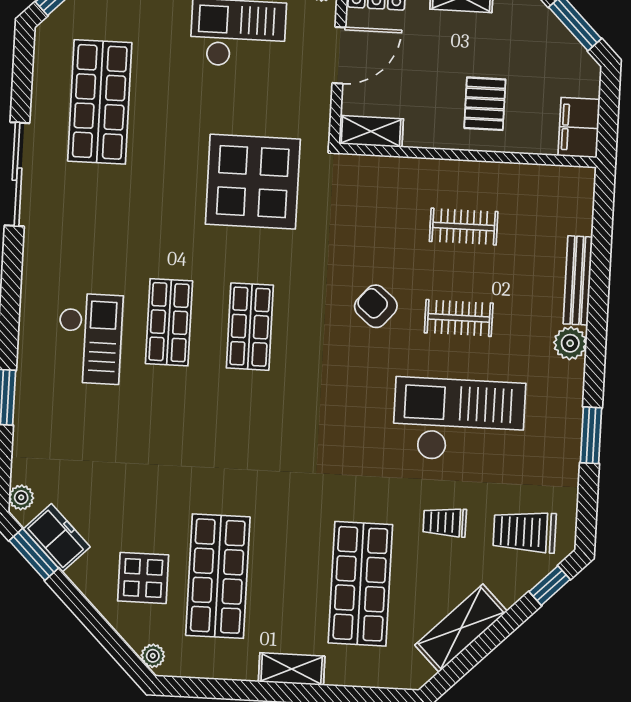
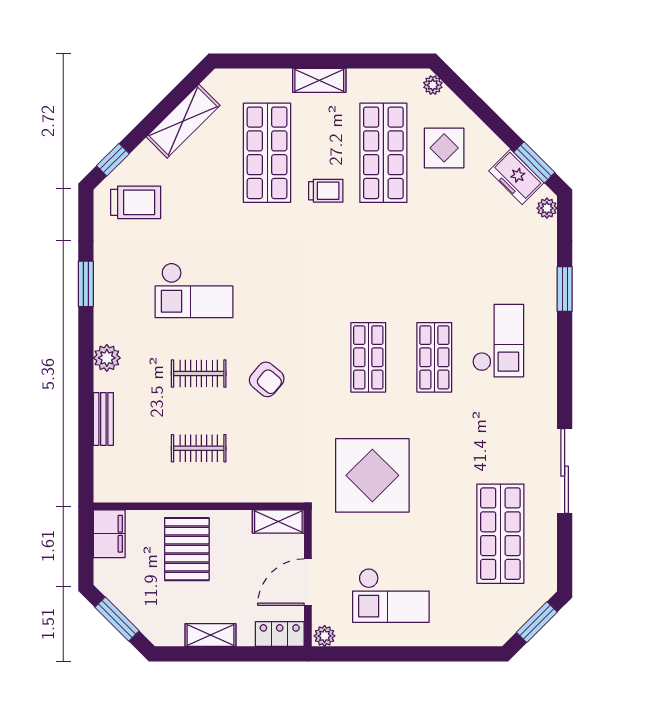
pallet: (485, 104) -> (187, 549), width x1.50, depth x1.42
bench: (578, 280) -> (103, 419), width x0.73
checkout: (90, 339) -> (498, 341), turned 180
checkout: (459, 420) -> (194, 290), width x0.73, depth x0.83
trolley: (445, 522) -> (326, 191), moved

